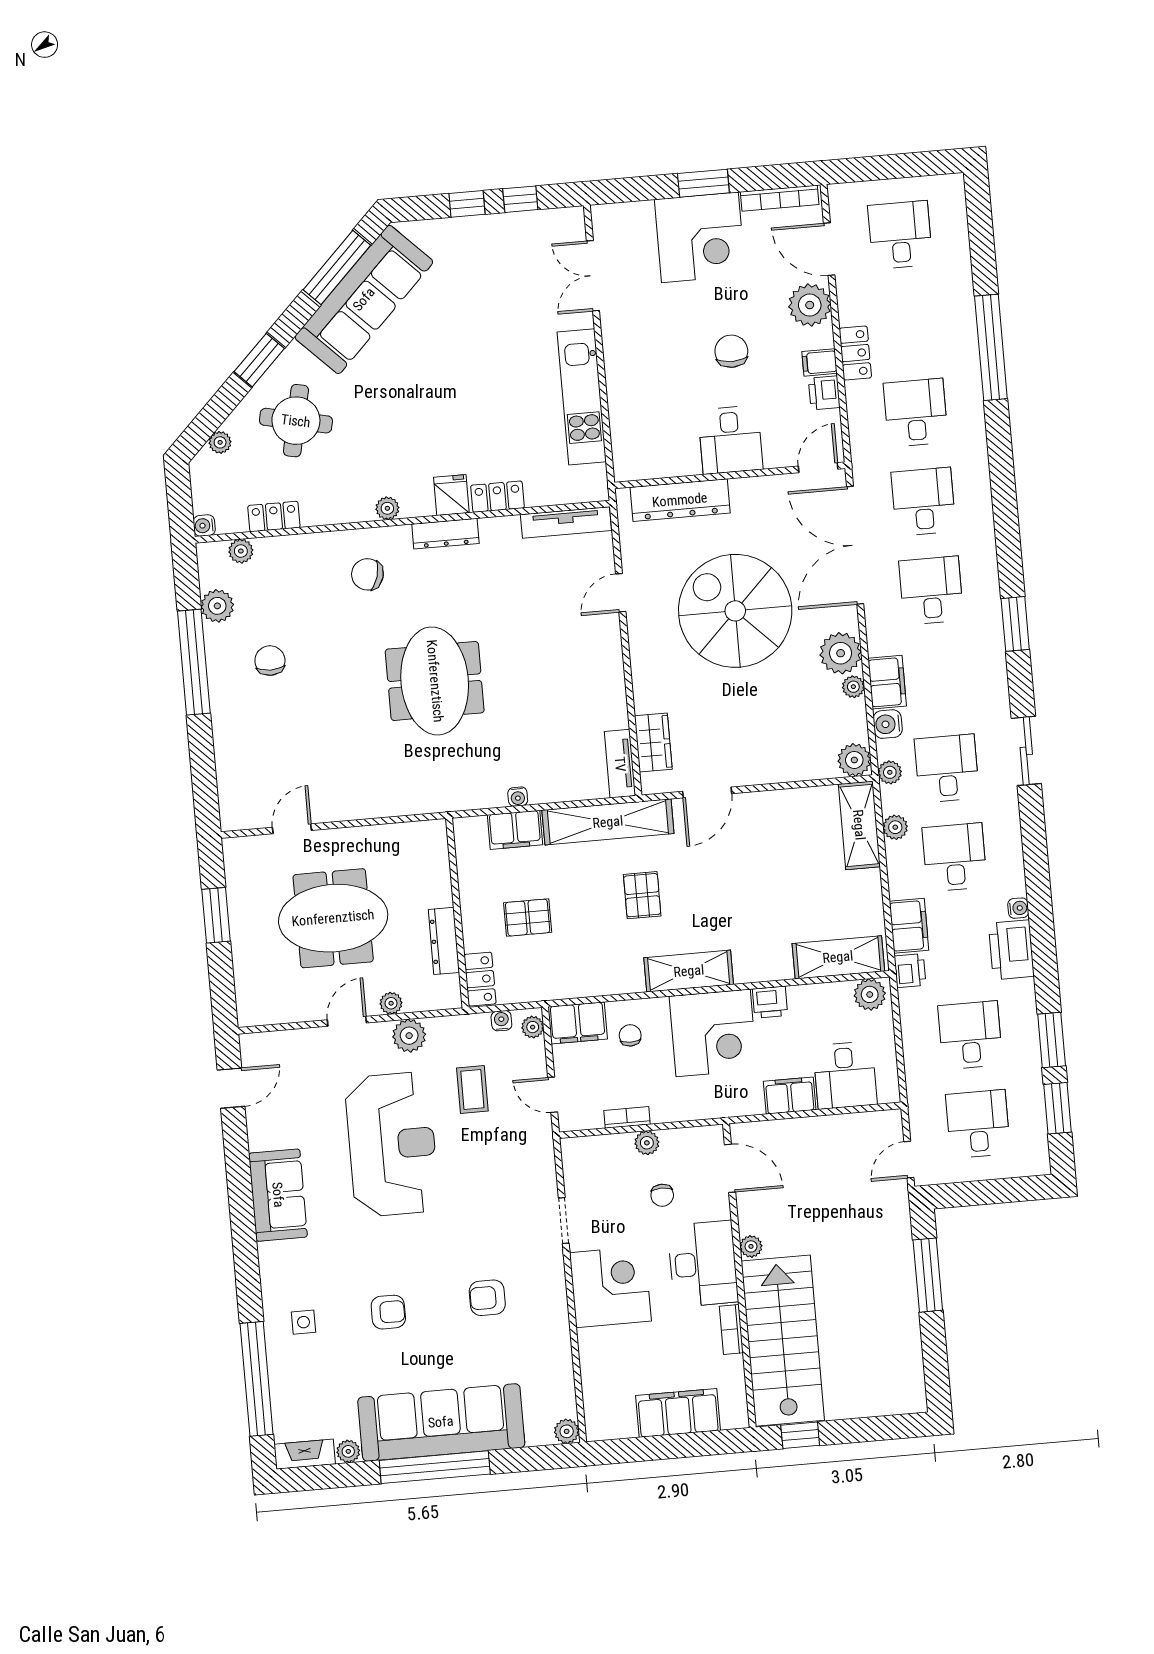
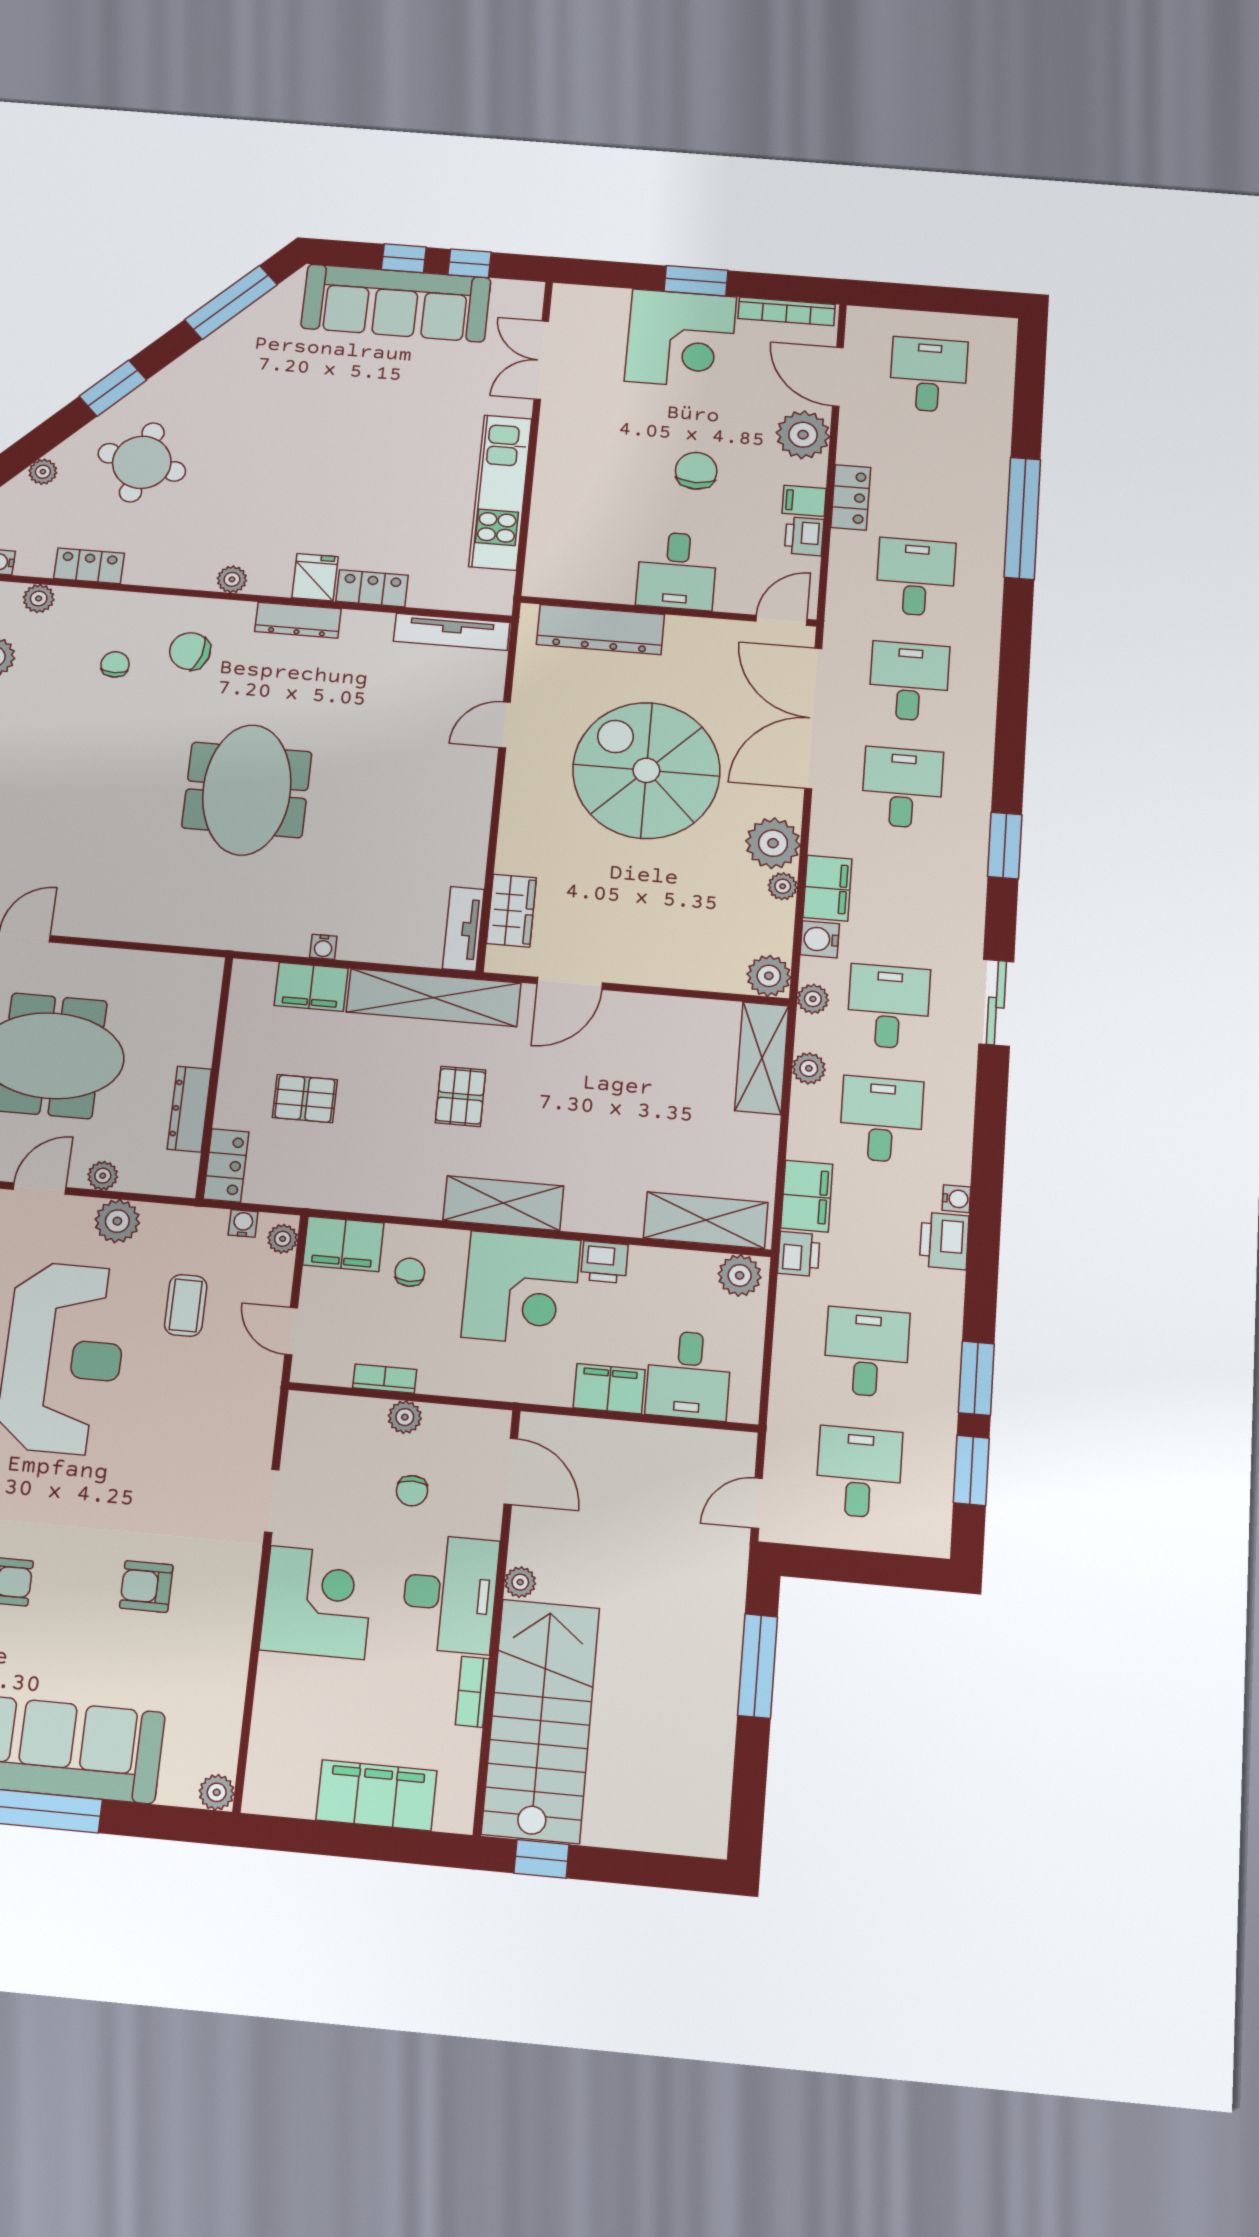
sofa: (364, 299) -> (396, 303), moved, turned 45
chair: (270, 661) -> (115, 664), moved, width x0.73, depth x0.73
printer: (1011, 950) -> (944, 1241), width x0.73, depth x0.84

